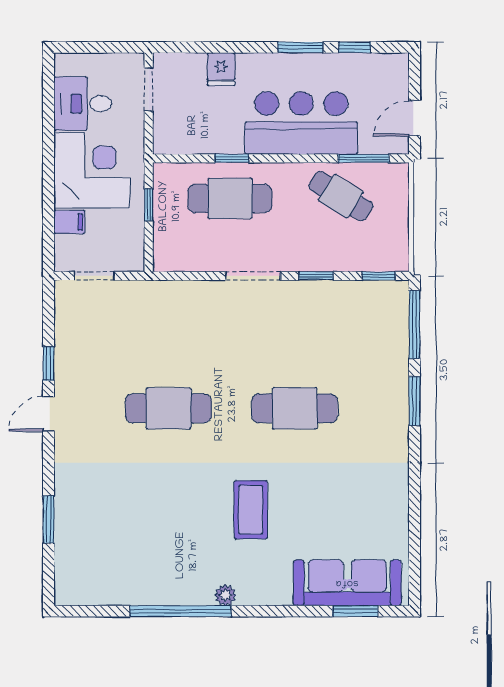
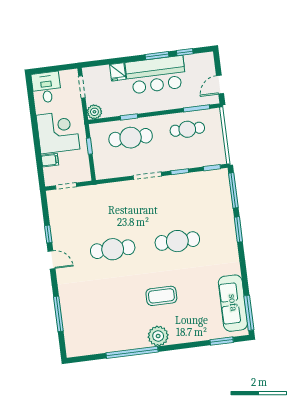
desk: (83, 104) -> (46, 87), moved, turned 90
bar counter: (301, 123) -> (156, 75), moved, turned 180
plant: (167, 140) -> (94, 112), added
cafe table: (341, 196) -> (187, 129), turned -32
door: (48, 414) -> (52, 260), swing flipped
coffee table: (251, 510) -> (161, 296), turned 90
window: (48, 519) -> (58, 314), width x1.44
window: (415, 564) -> (249, 313), added
sofa: (347, 583) -> (233, 303), moved, turned -90
plant: (225, 595) -> (158, 336), width x1.88, depth x1.88

